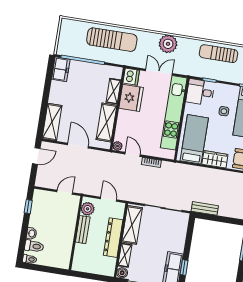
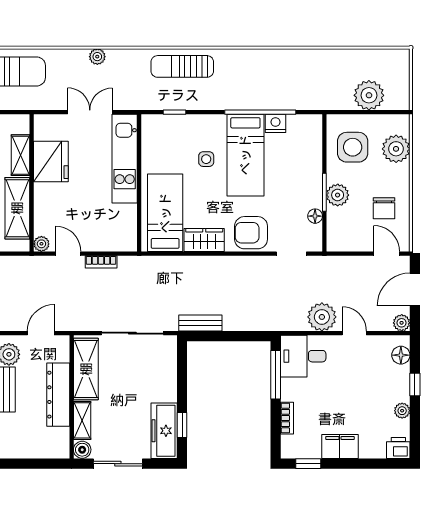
plant: (168, 44) -> (97, 57), width x0.53, depth x0.53
dishwasher: (131, 77) -> (46, 127), removed
desk: (200, 92) -> (163, 134), removed
kitchen unit: (174, 113) -> (125, 159), width x0.73
door: (109, 199) -> (41, 333), hinge flipped

